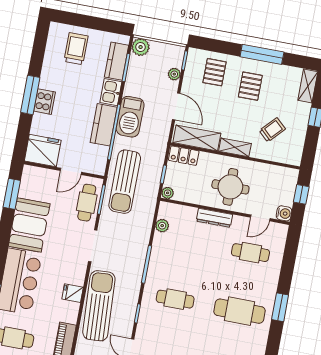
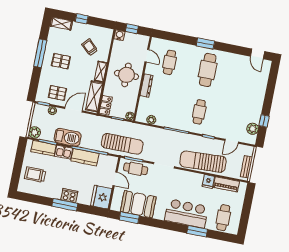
pallet: (215, 72) -> (57, 93), moved
barbecue: (130, 117) -> (68, 137), moved
water cooler: (284, 213) -> (119, 35), moved
booth: (29, 225) -> (138, 204), moved
fridge: (73, 293) -> (208, 181), moved

